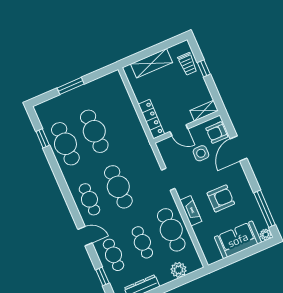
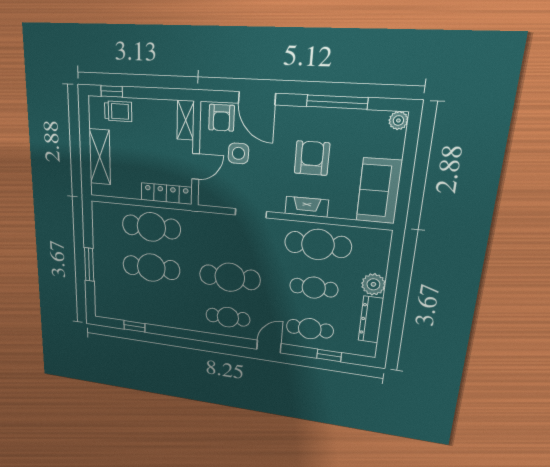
window: (204, 68) -> (112, 91), moved
cafe table: (65, 144) -> (151, 227), moved
window: (265, 209) -> (337, 102), moved
sofa: (238, 240) -> (379, 191), moved
plant: (179, 270) -> (373, 284), moved

